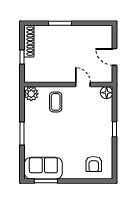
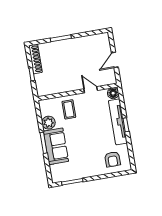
door: (115, 57) -> (115, 60), hinge flipped
plant: (31, 94) -> (48, 123), moved
tv unit: (106, 124) -> (118, 122), added
sofa: (43, 168) -> (56, 146), moved, turned 90

